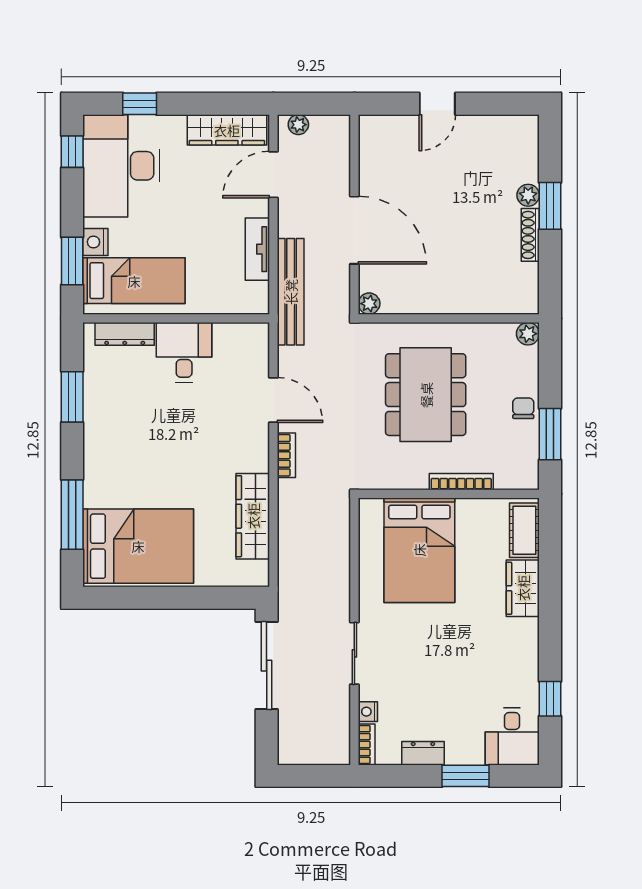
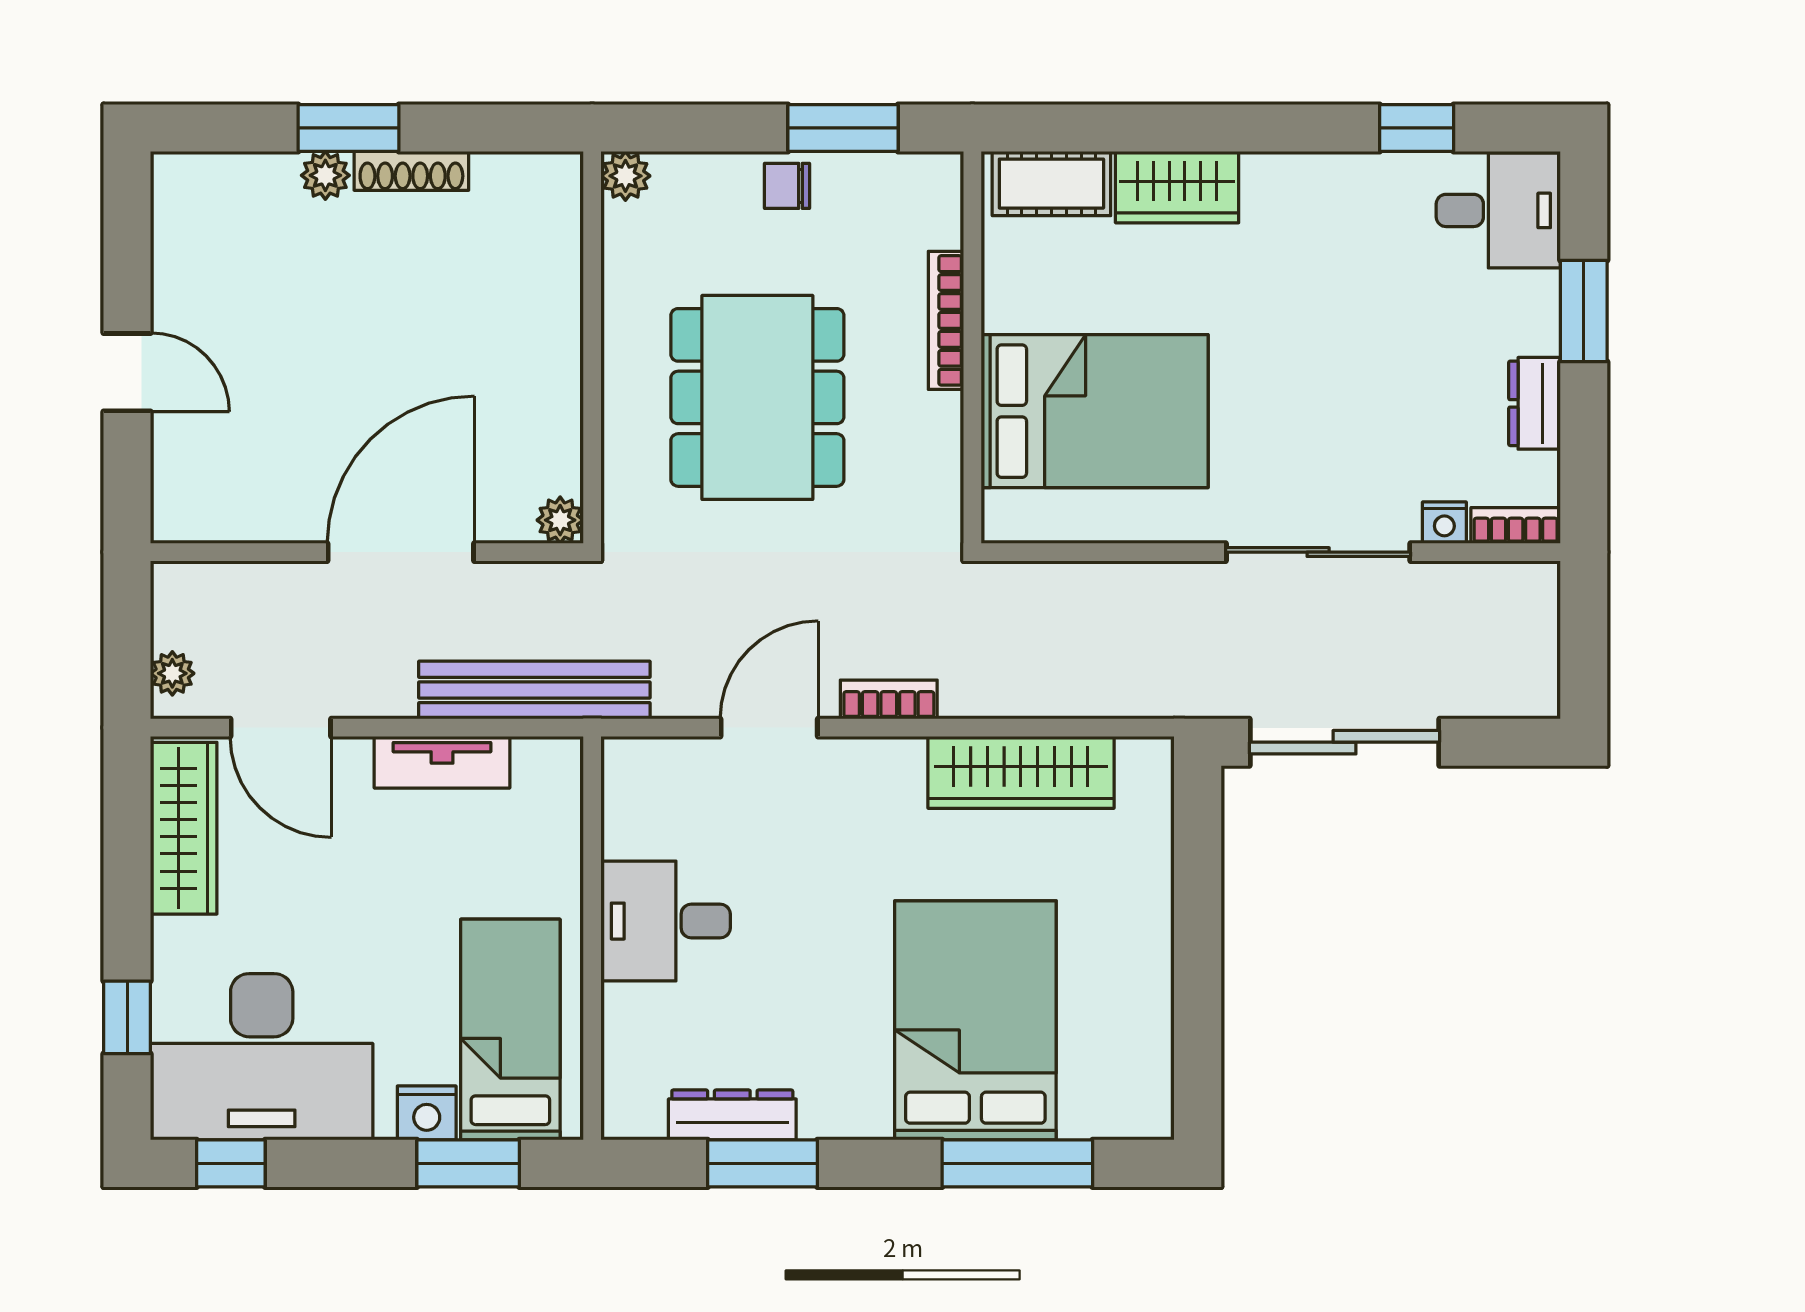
dresser: (125, 334) -> (732, 1115), moved, turned -90
dining table: (426, 395) -> (757, 397), turned 90
bed: (138, 546) -> (975, 1020), moved
sliding door: (354, 653) -> (1318, 552), width x1.37

